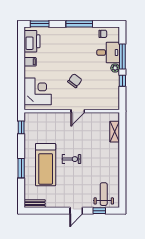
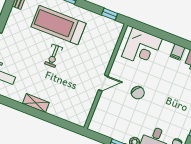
door: (78, 111) -> (103, 83), swing flipped
shelving: (115, 132) -> (36, 103), moved

